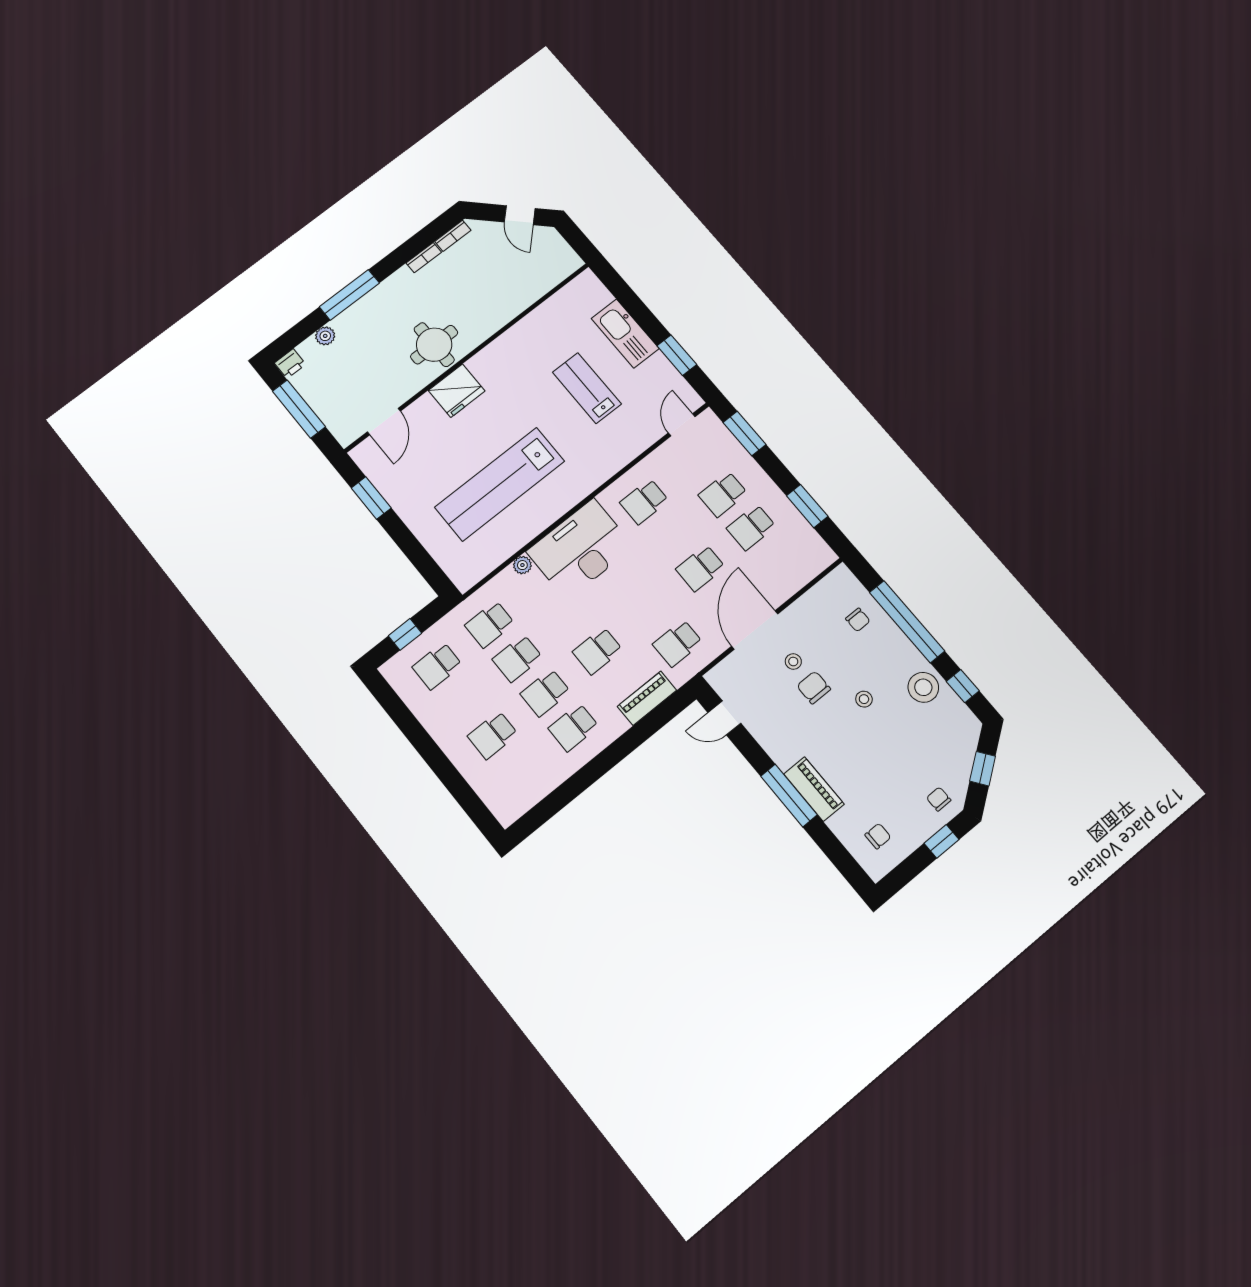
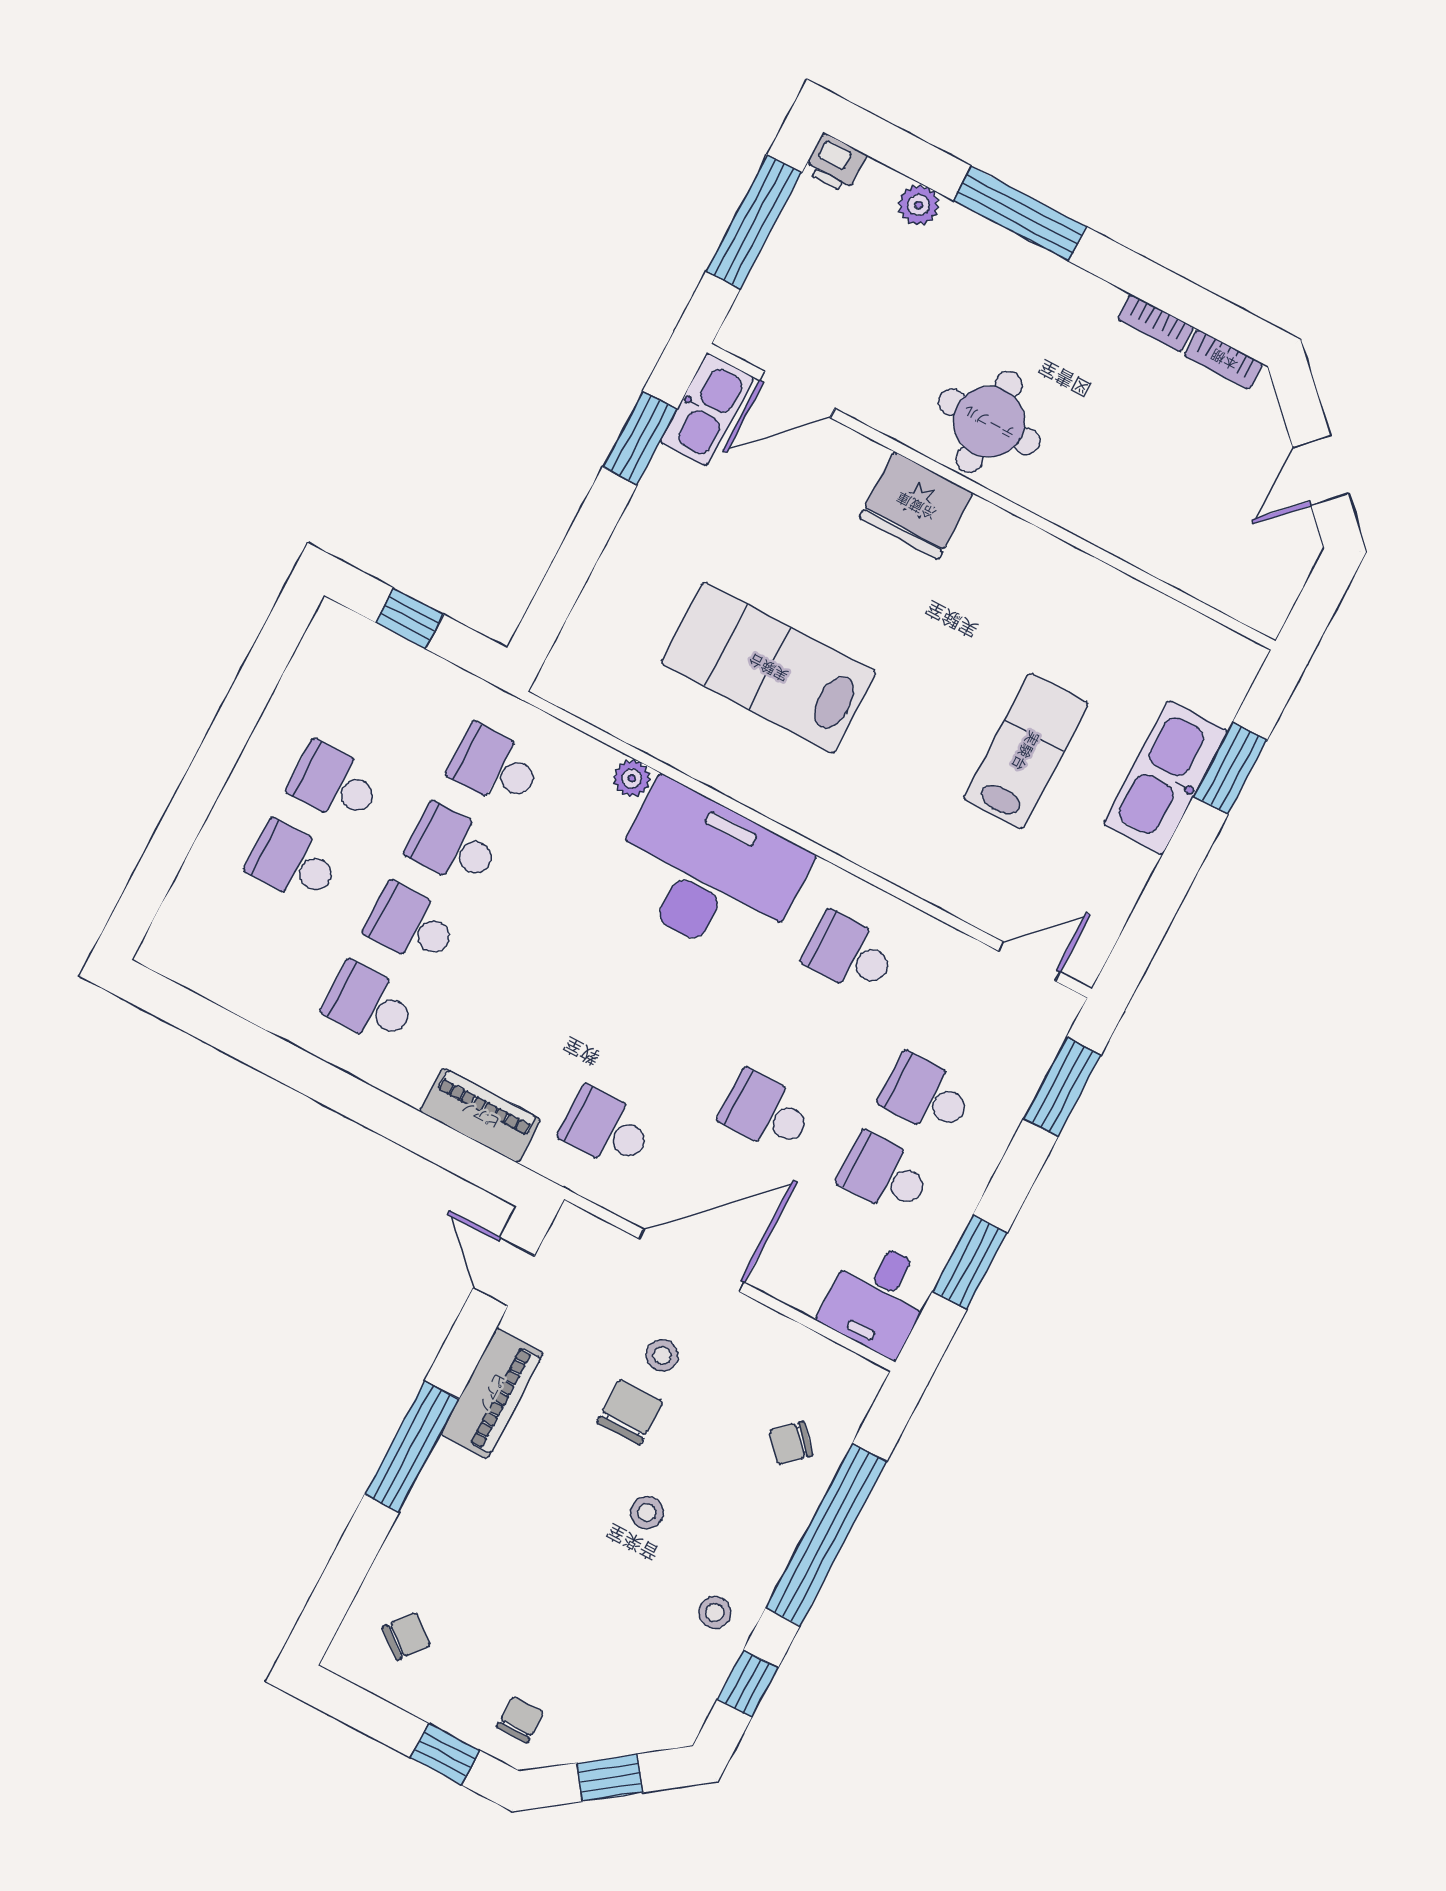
window: (677, 355) -> (1230, 768), moved
kitchen sink: (372, 463) -> (707, 410), added
lab bench: (500, 484) -> (768, 668), width x0.73
desk: (807, 553) -> (878, 1298), added
chair: (858, 620) -> (791, 1443), turned 47
school desk: (597, 651) -> (530, 987), removed
school desk: (437, 666) -> (335, 783), moved
stool: (923, 687) -> (715, 1612), width x0.53, depth x0.53
piano: (814, 789) -> (492, 1393), moved
chair: (878, 836) -> (406, 1636), turned -51

